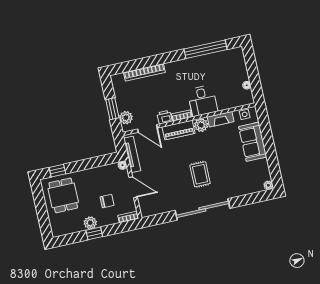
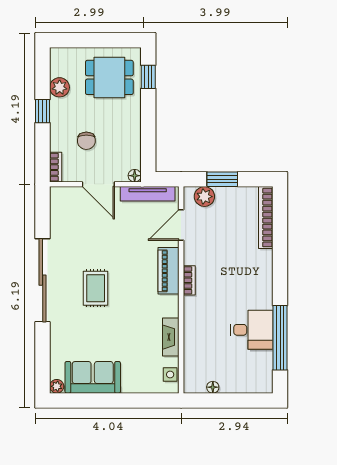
bookcase: (144, 72) -> (266, 218), moved
desk: (202, 101) -> (252, 330), moved, turned 180
printer: (164, 117) -> (192, 254), removed
plant: (201, 125) -> (169, 306), removed
sofa: (253, 142) -> (93, 377), moved
rug: (200, 174) -> (96, 288), turned 90
door: (133, 187) -> (98, 184), hinge flipped
plant: (90, 223) -> (60, 87), moved

